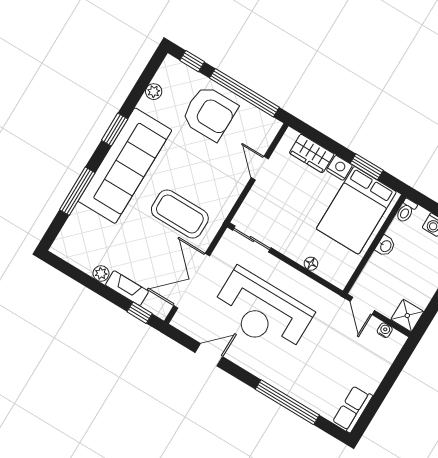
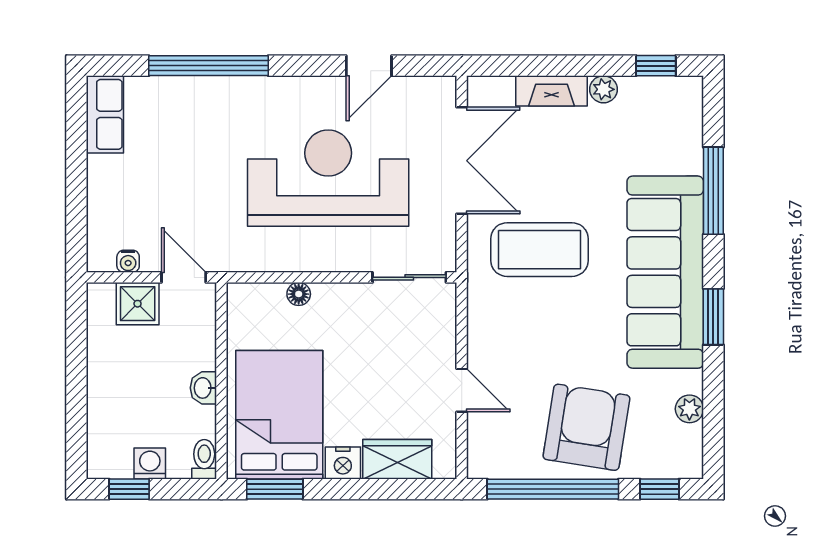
armchair: (210, 113) -> (586, 427), turned 99
window: (367, 167) -> (275, 489), moved
window: (140, 313) -> (656, 66), moved
shower: (407, 316) -> (138, 304), moved

